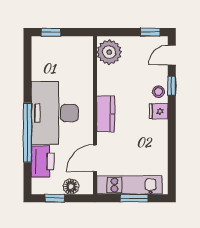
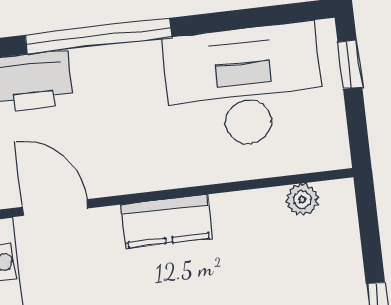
plant: (109, 52) -> (302, 200), width x0.53, depth x0.53
desk: (55, 113) -> (244, 86), moved

